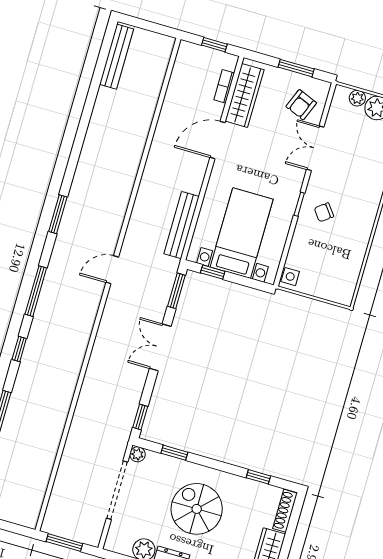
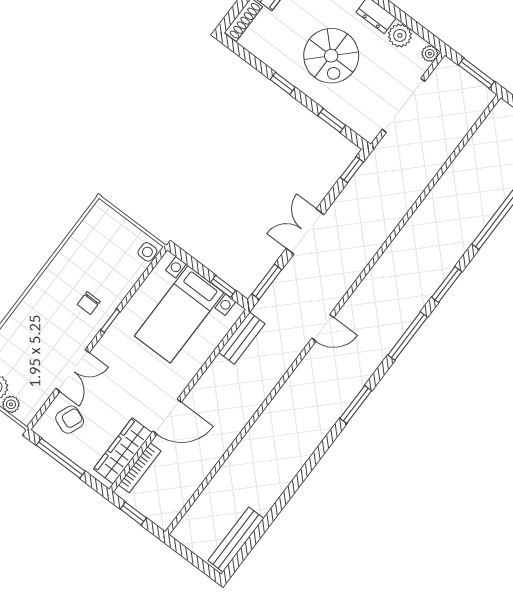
window: (296, 68) -> (61, 458), width x1.44
bookcase: (224, 86) -> (140, 468), width x1.56
chair: (324, 212) -> (89, 303), turned 127
bench: (182, 225) -> (242, 338), width x0.73
double door: (160, 347) -> (305, 231), swing flipped
window: (19, 349) -> (447, 285), width x1.50
plant: (137, 454) -> (430, 54), moved
window: (258, 477) -> (283, 83), moved

